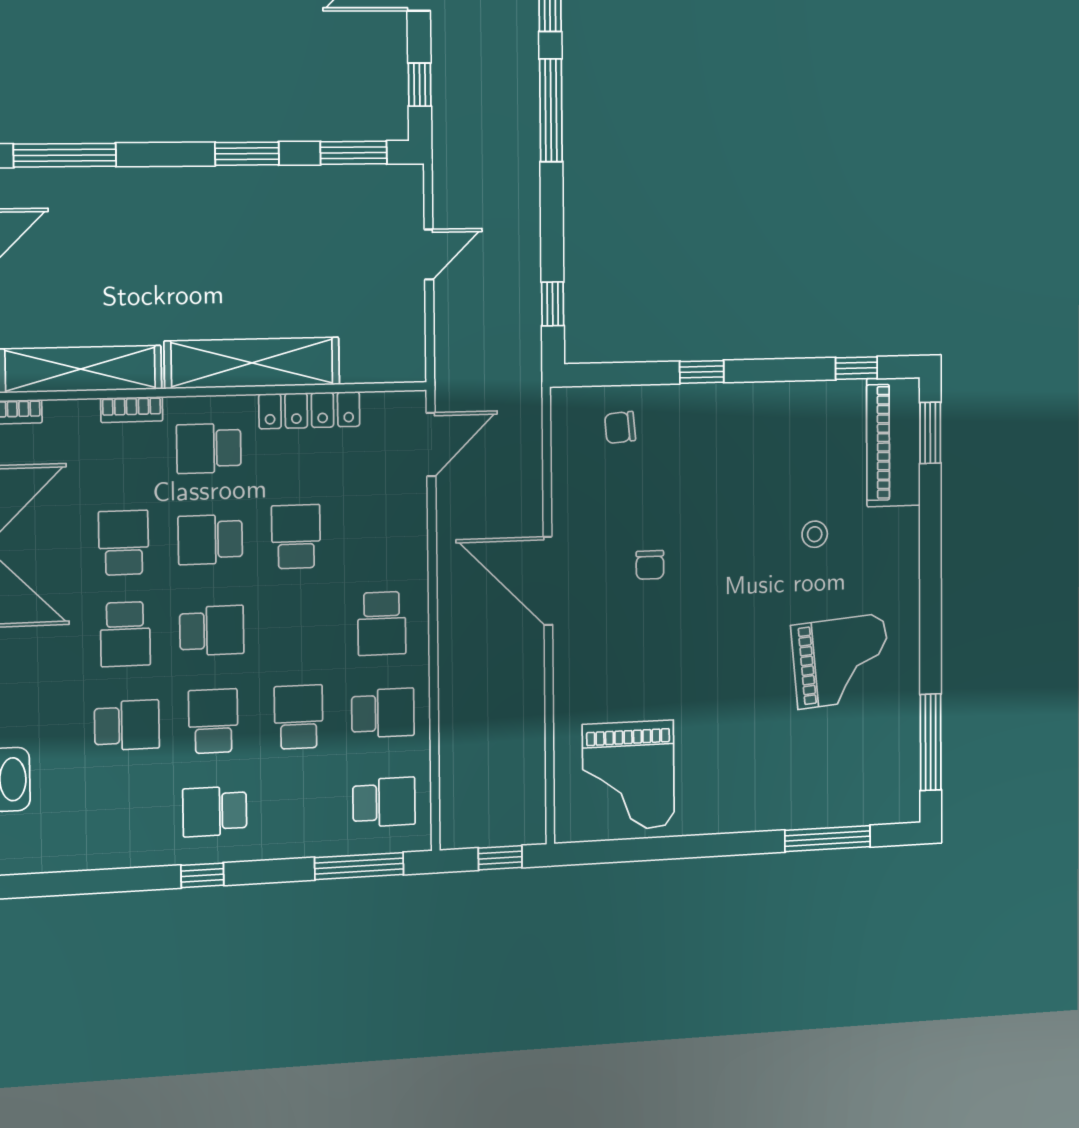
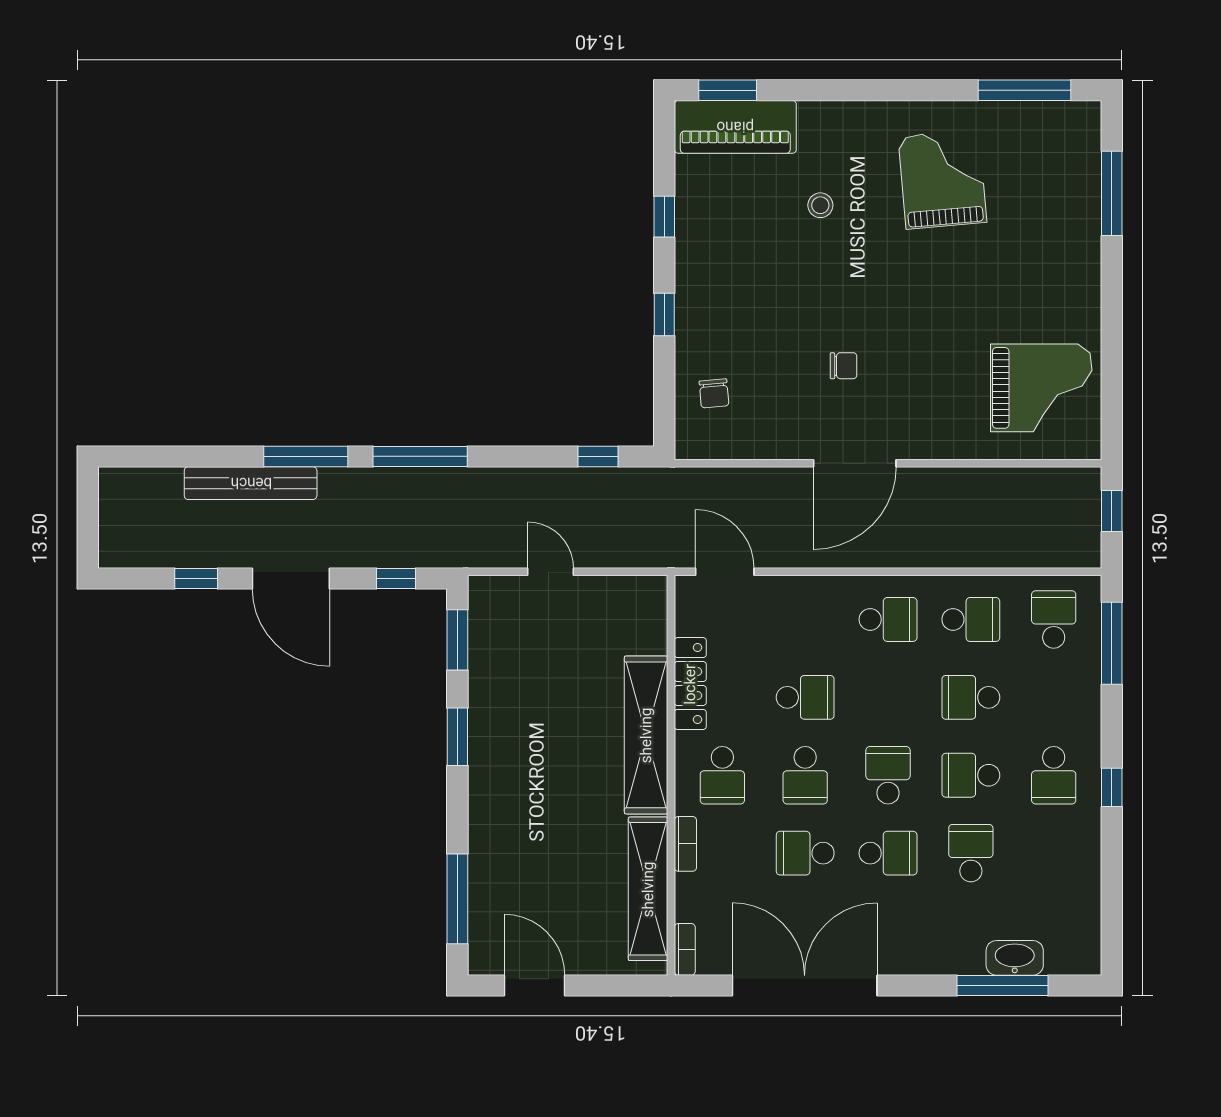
window: (856, 368) -> (664, 217), moved
school desk: (296, 537) -> (805, 697), turned 180
school desk: (383, 713) -> (971, 619), turned 90

